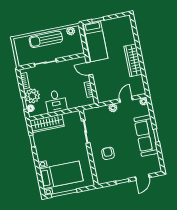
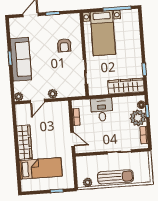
bed: (96, 41) -> (41, 168), moved, turned 90
desk: (56, 101) -> (102, 110), moved
bed with nightstands: (61, 175) -> (103, 33), moved, turned -90

